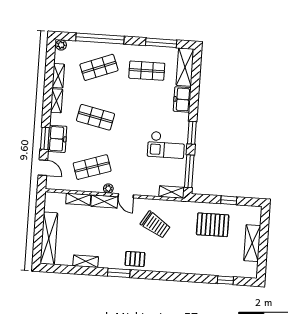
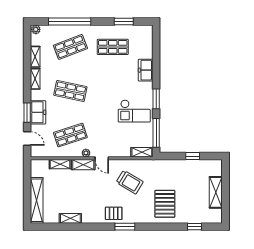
window: (161, 43) -> (124, 22), width x0.69
shelving: (185, 67) -> (146, 42), removed
pallet: (213, 225) -> (165, 204), moved, turned 90
window: (119, 273) -> (125, 227), moved

